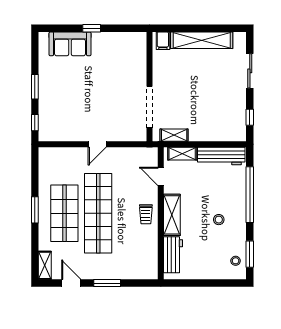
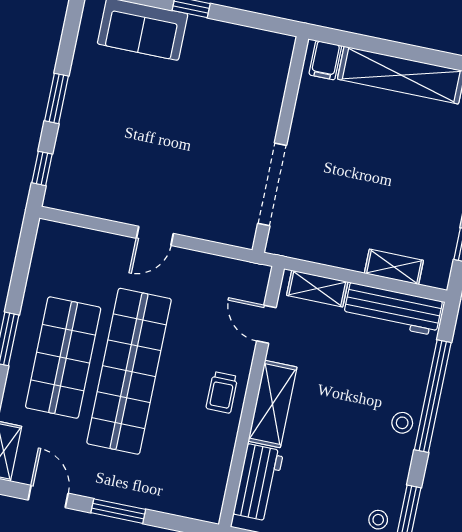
shelving: (174, 135) -> (394, 267), moved
stool: (219, 220) -> (402, 423), moved

